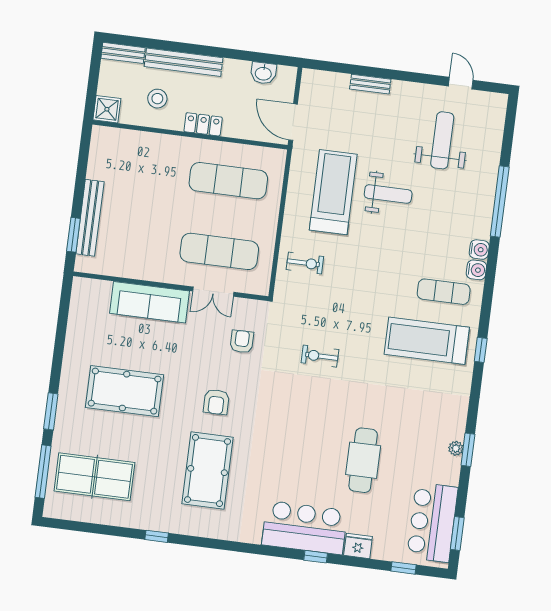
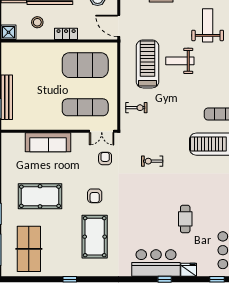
exercise mat: (228, 181) -> (85, 65), width x1.47
weight bench: (388, 194) -> (180, 61), turned 180
double door: (213, 292) -> (102, 131), moved
cafe table: (363, 460) -> (185, 219), width x0.73, depth x0.74
table tennis table: (94, 477) -> (29, 249), turned 90

